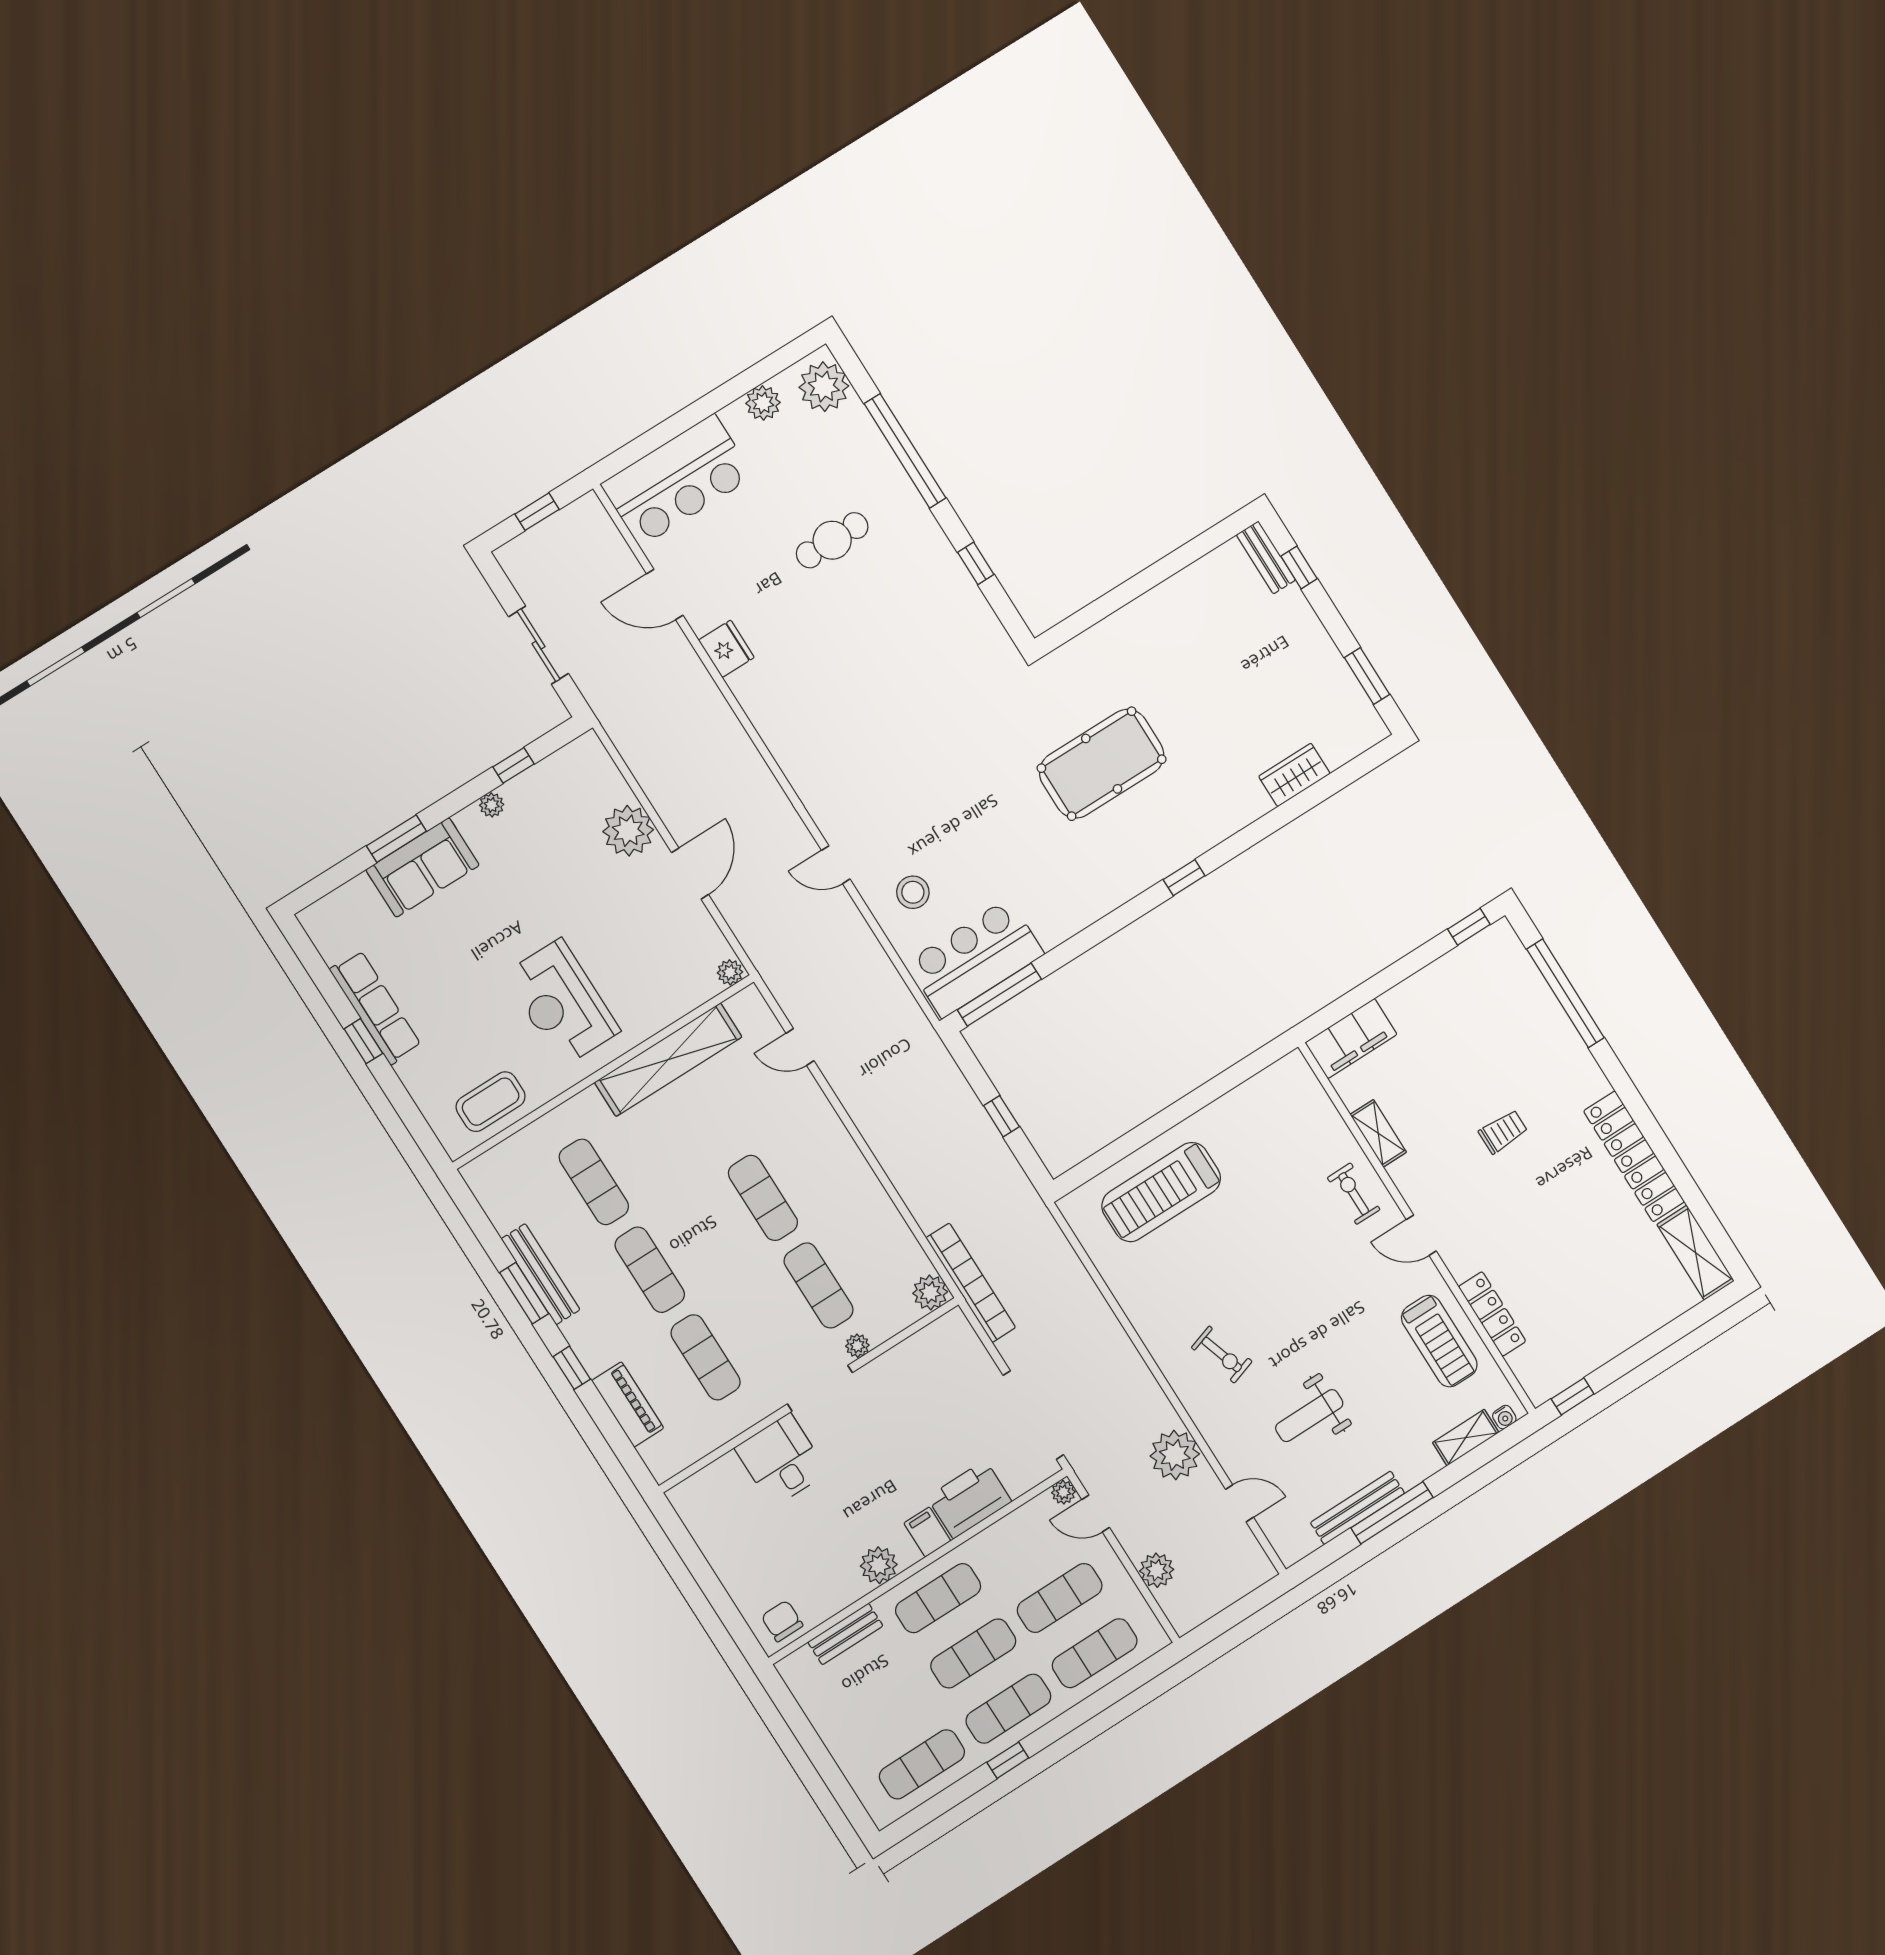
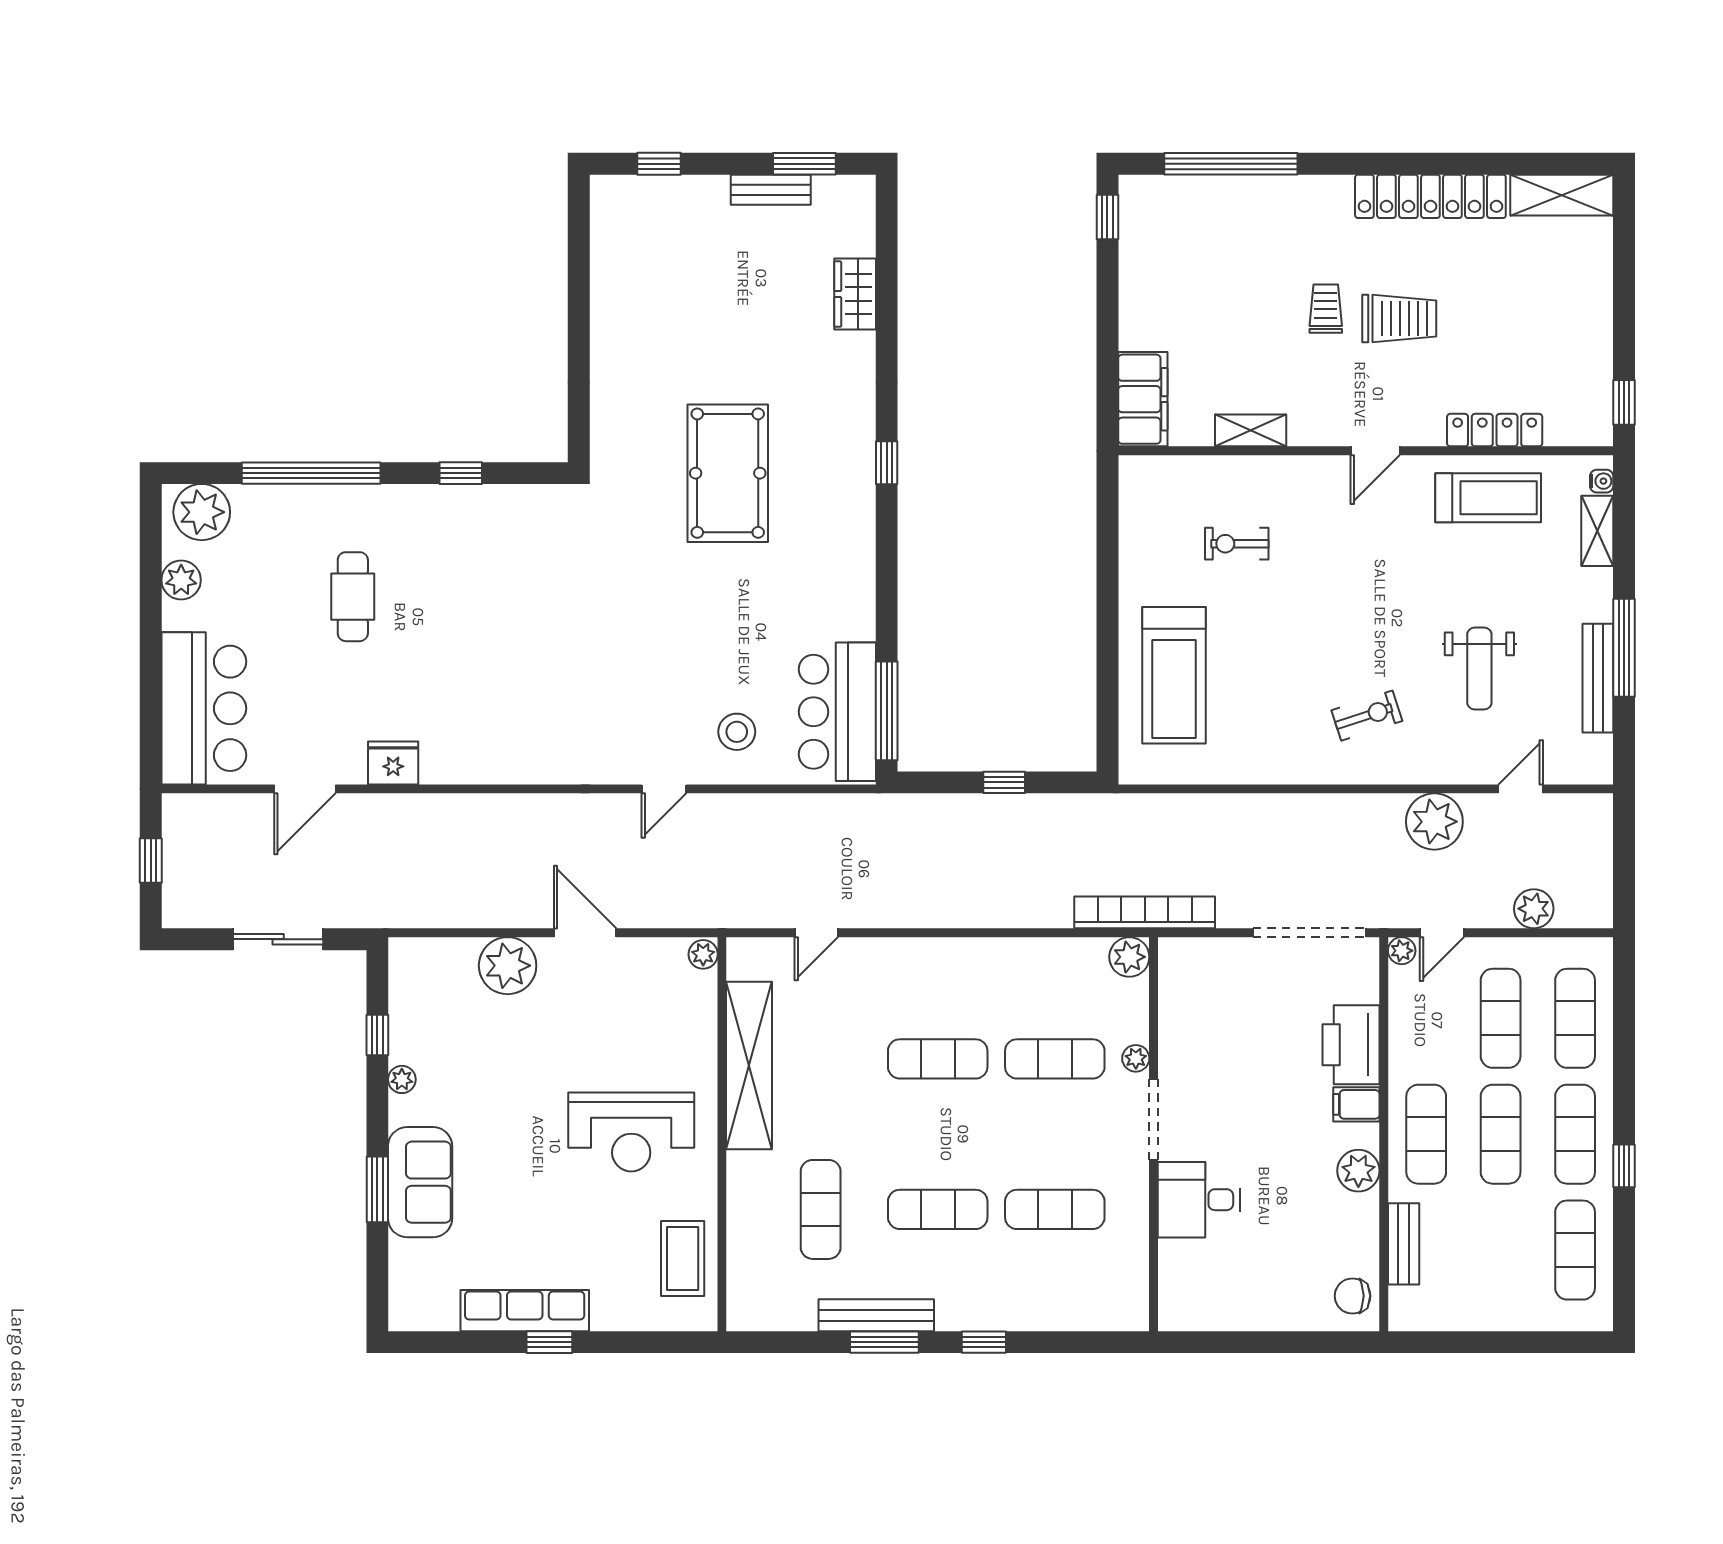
bench: (1266, 557) -> (771, 190), moved
exercise mat: (594, 1182) -> (821, 1209), turned 90
trolley: (1530, 1191) -> (1399, 318), added
exercise bike: (1354, 1194) -> (1237, 544), moved
piano: (628, 1404) -> (1053, 1311), removed

